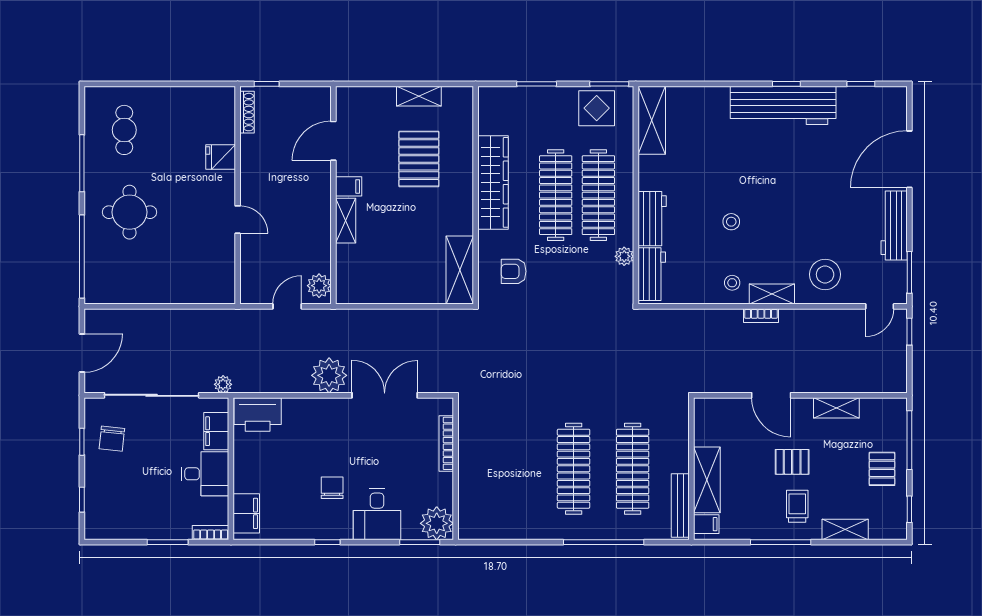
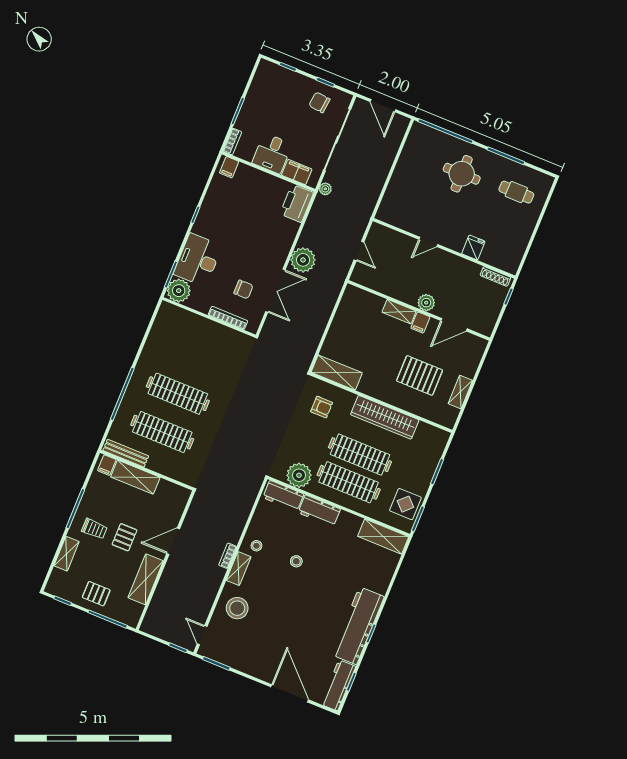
door: (333, 141) -> (454, 325), swing flipped
workbench: (894, 225) -> (338, 685), moved, turned -90
plant: (624, 256) -> (299, 475), width x1.88, depth x1.88
armchair: (514, 271) -> (322, 407), turned 90
plant: (319, 286) -> (426, 303), moved
shelving: (836, 408) -> (146, 579), width x1.50, depth x1.33
chair: (332, 488) -> (243, 289), moved
filing cabinet: (246, 513) -> (229, 167), width x0.50
desk: (377, 514) -> (198, 260), width x1.37

